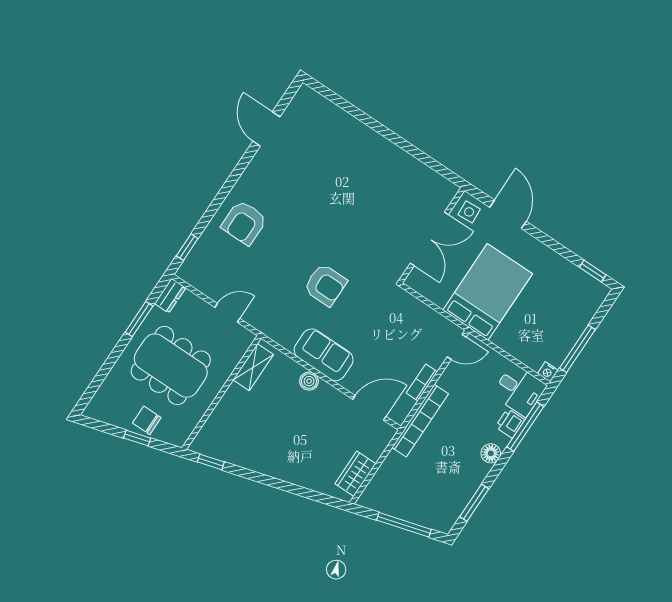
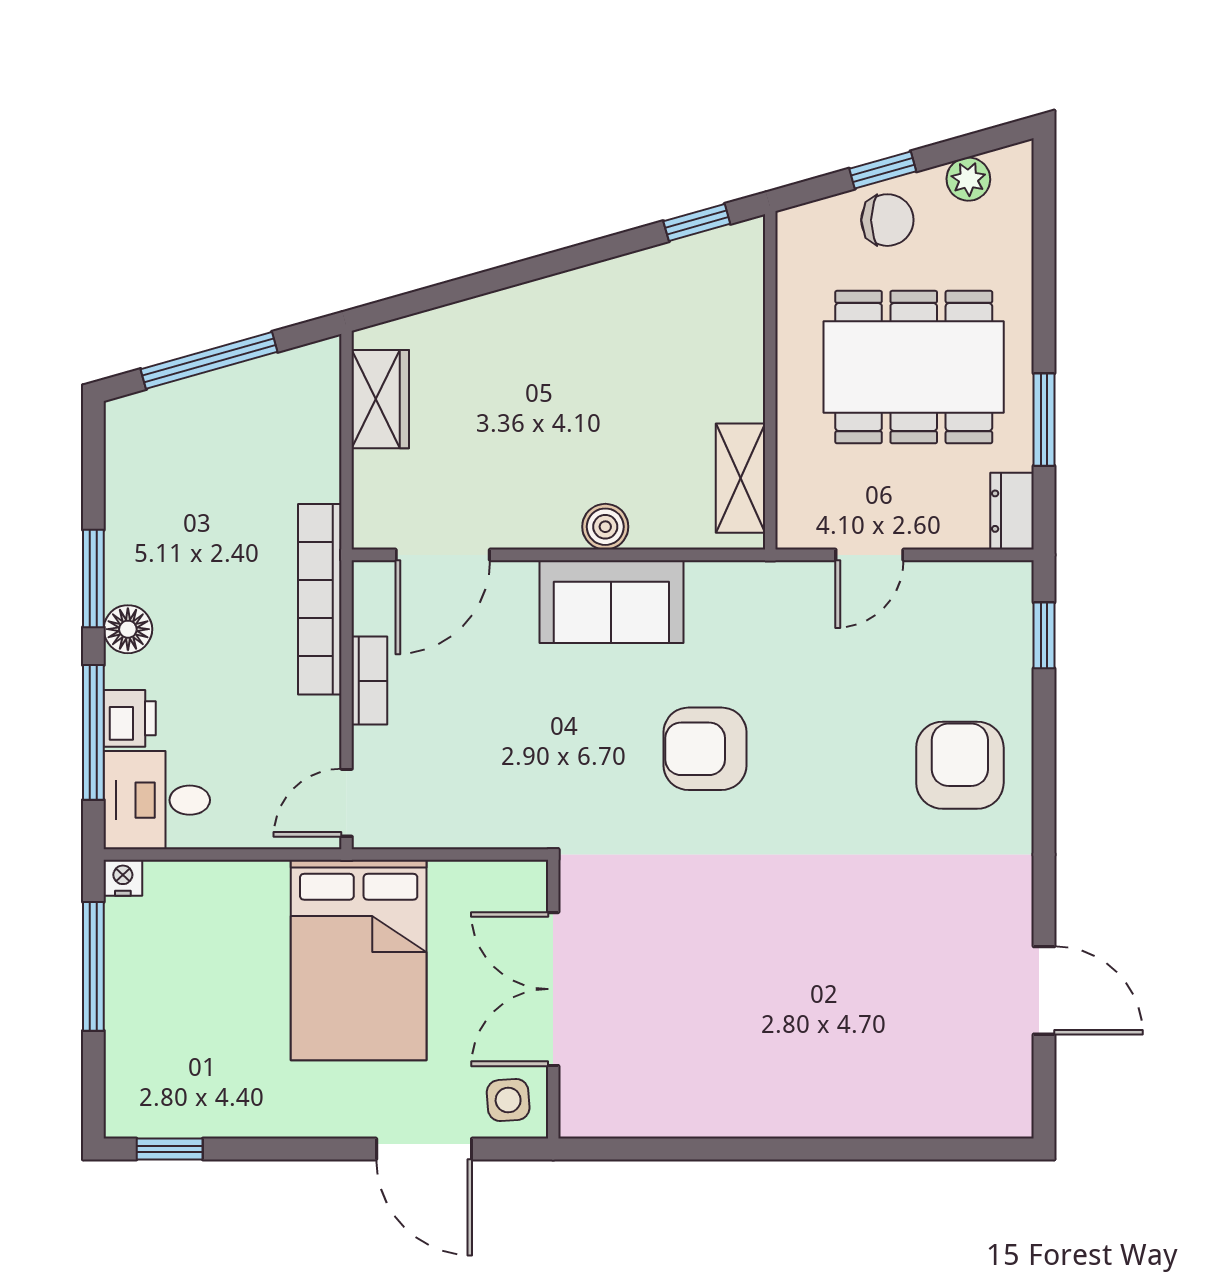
plant: (111, 416) -> (968, 179), added
window: (474, 503) -> (93, 579), moved

